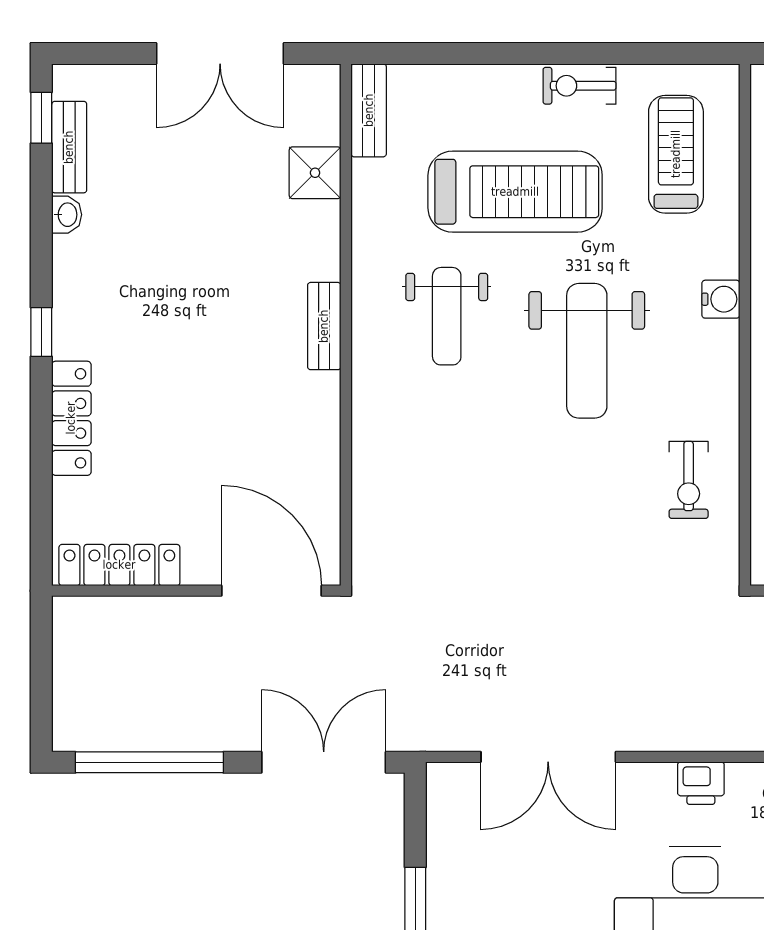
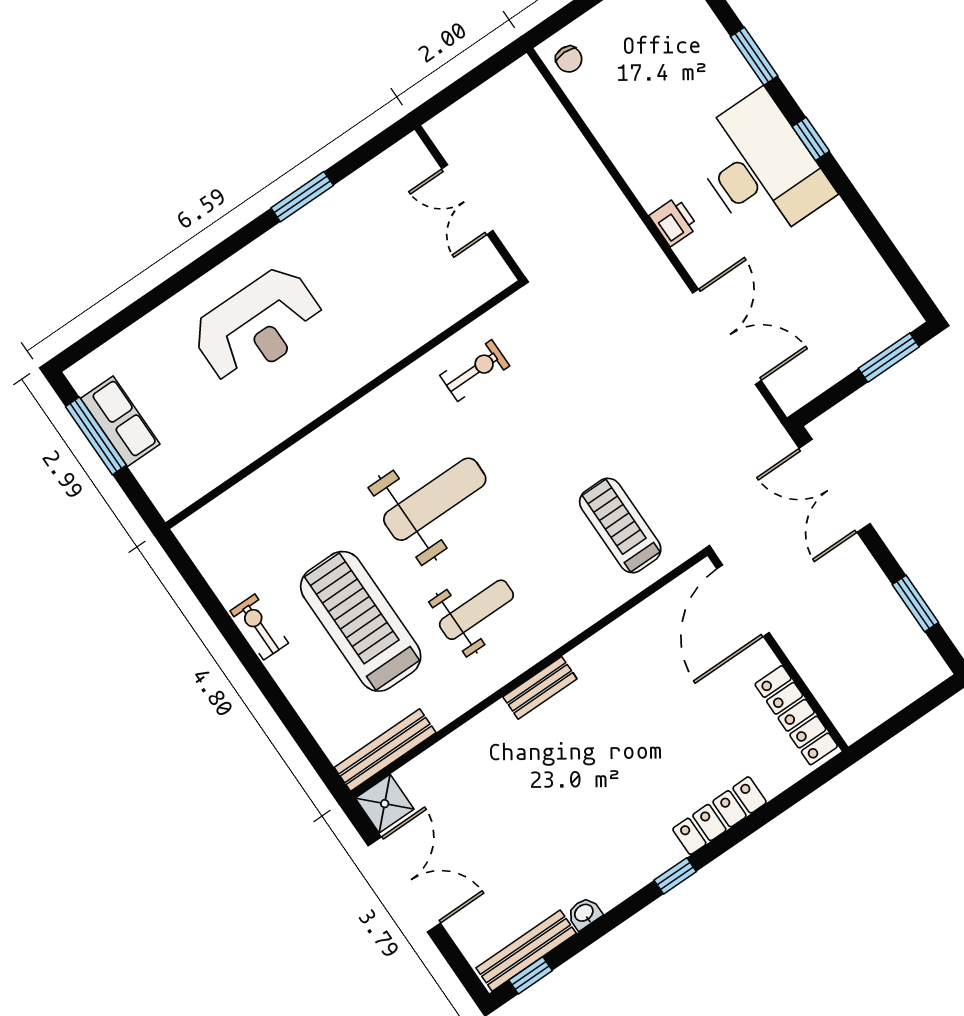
exercise bike: (580, 86) -> (259, 627), turned 180
bench: (369, 110) -> (385, 750), width x1.36
bench: (69, 147) -> (526, 951), width x1.36
treadmill: (676, 154) -> (620, 525), moved, turned 90
shower: (315, 173) -> (385, 804), moved
water cooler: (721, 299) -> (338, 433), removed
window: (149, 762) -> (915, 603), width x0.47

